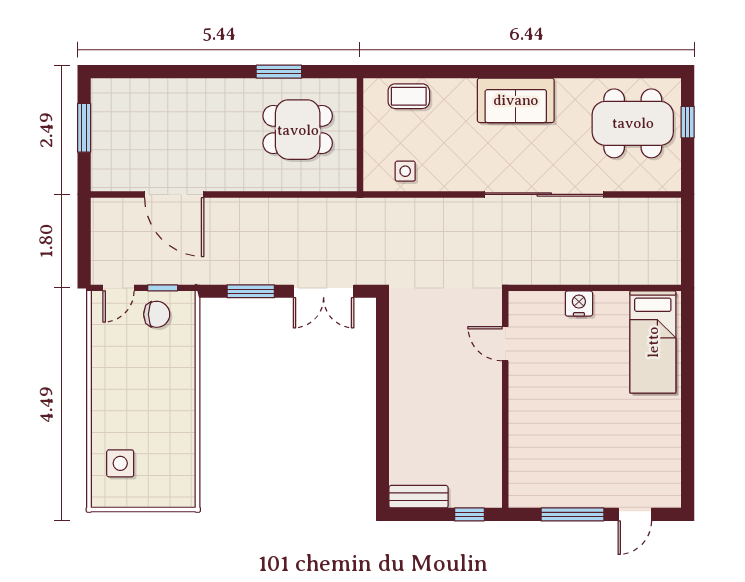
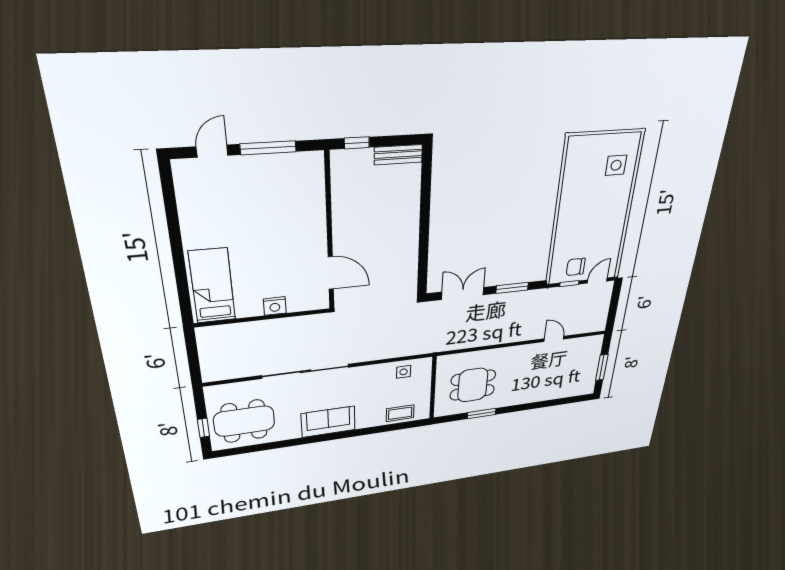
door: (174, 194) -> (554, 339), width x0.53
door: (505, 344) -> (331, 273), width x1.38

